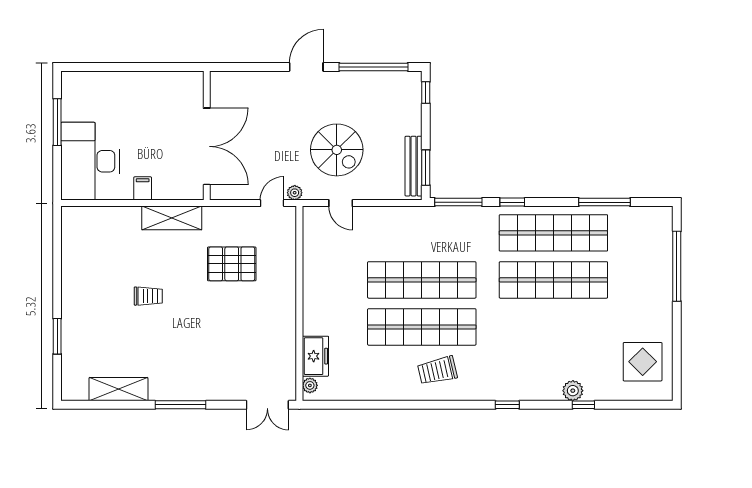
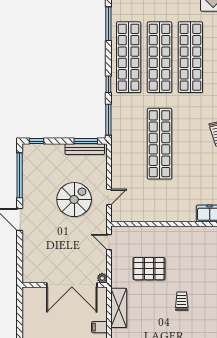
double door: (207, 146) -> (72, 285), swing flipped
plant: (295, 193) -> (102, 278), moved
pallet: (232, 264) -> (149, 269), turned 90
trolley: (148, 296) -> (182, 301), moved
shop shelf: (422, 327) -> (190, 57), moved

